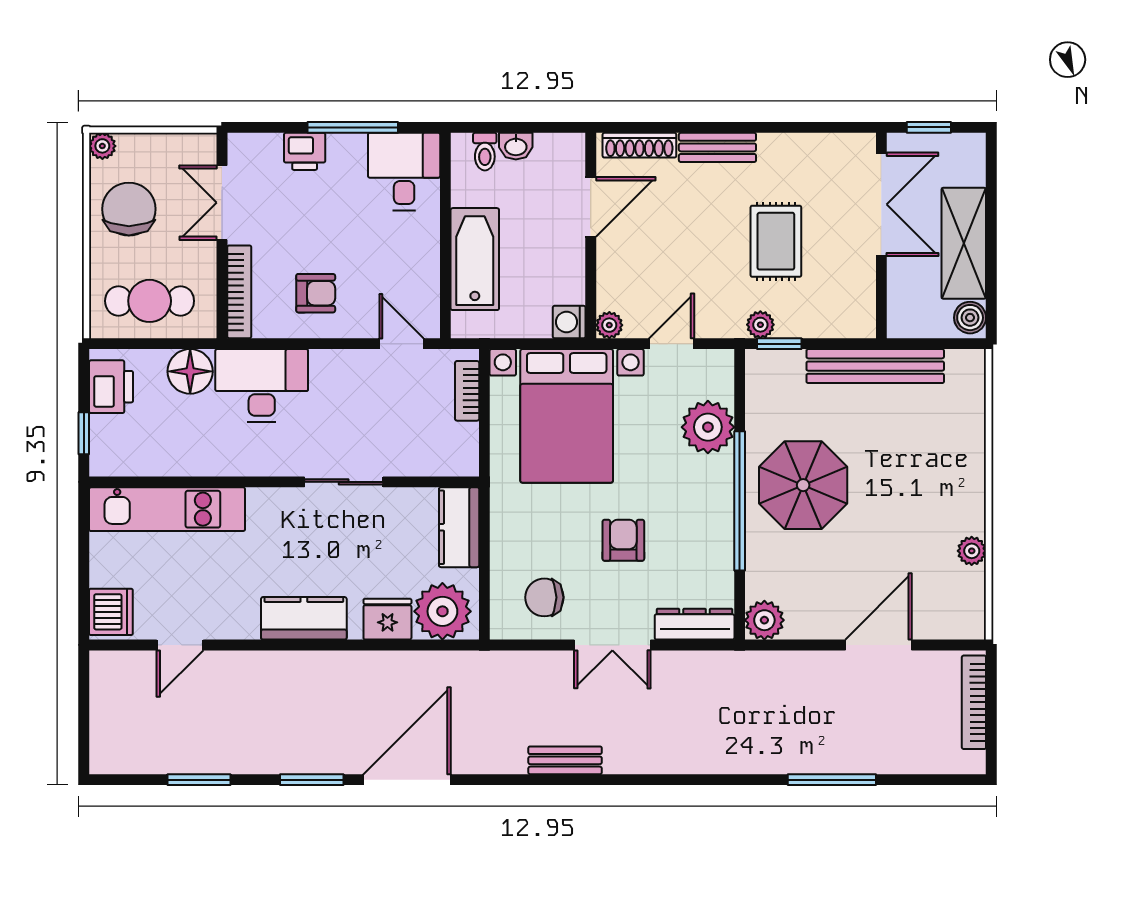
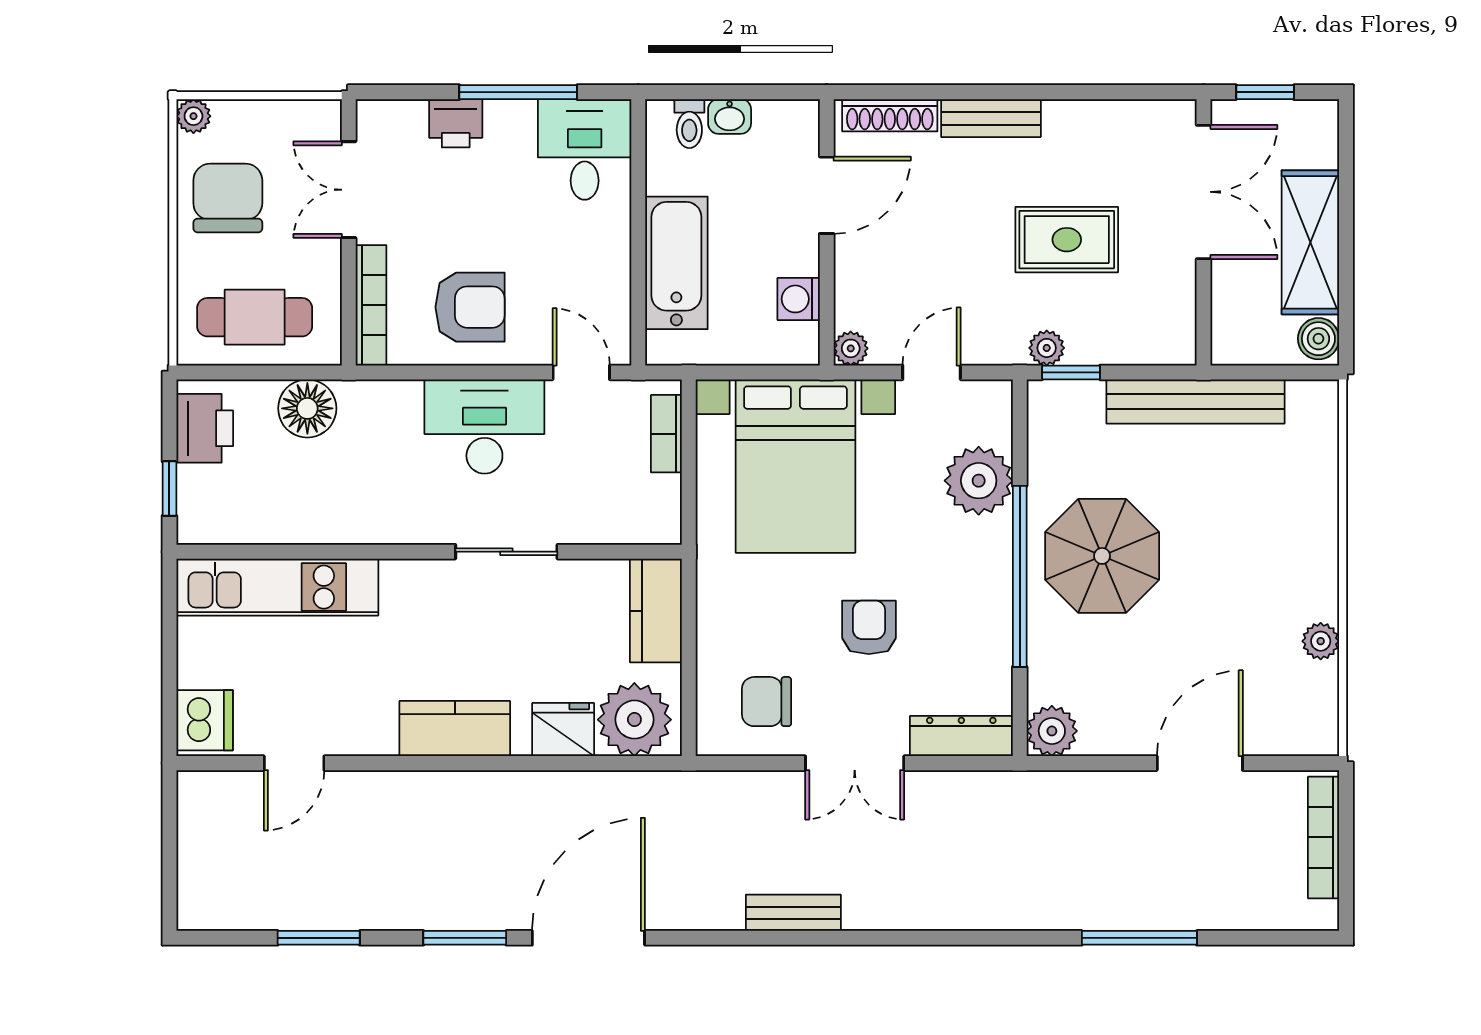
rug: (776, 241) -> (1067, 240), turned 90
armchair: (316, 293) -> (470, 307), width x1.38, depth x1.38
washing machine: (569, 322) -> (799, 299), moved
desk: (262, 385) -> (484, 426), moved

